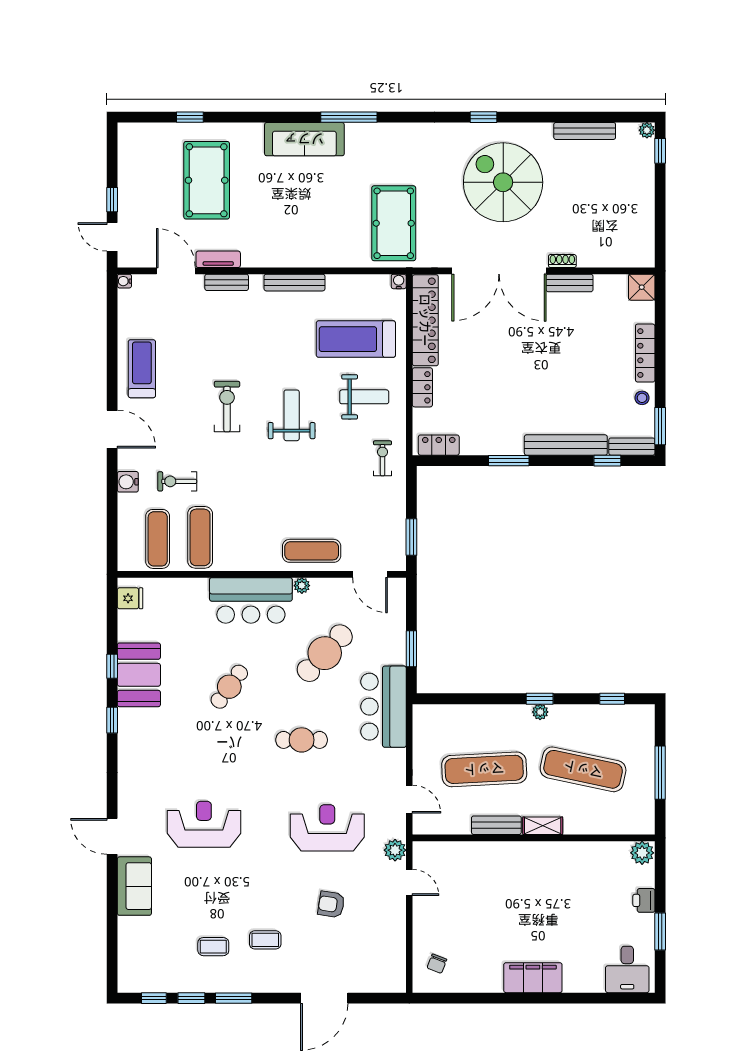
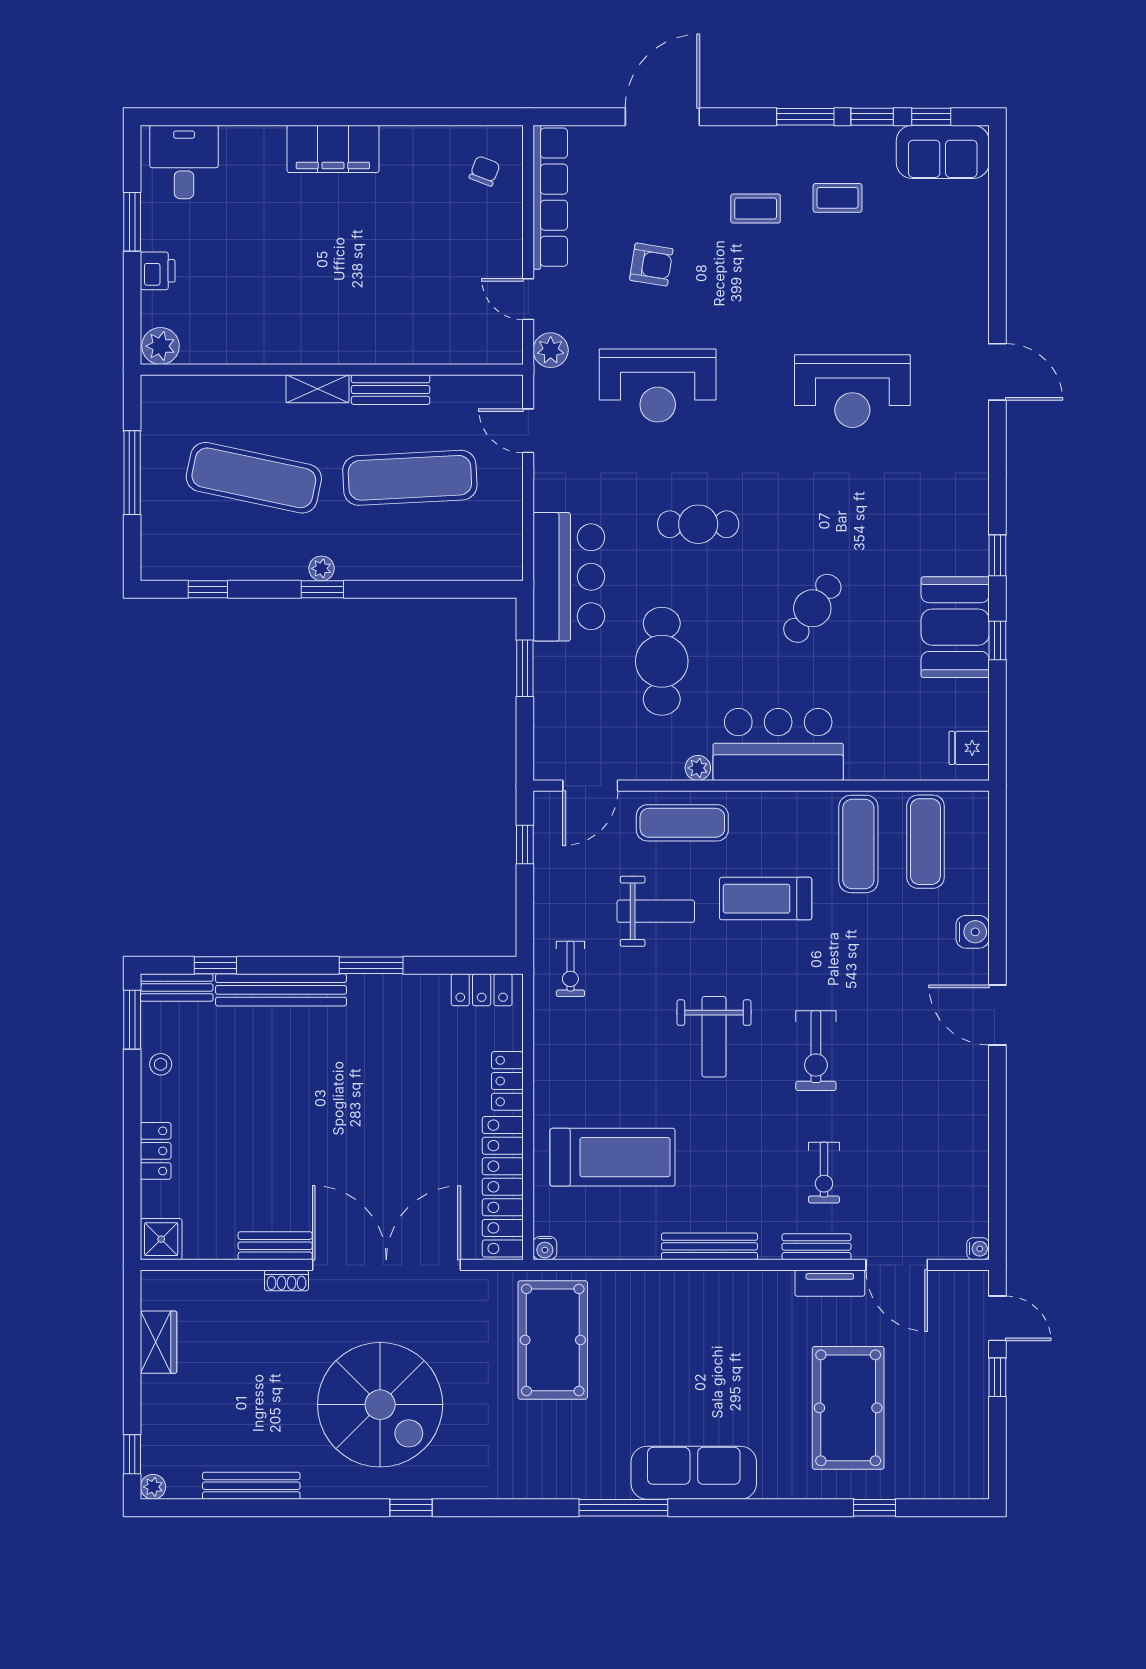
wardrobe: (643, 222) -> (159, 1342), added
locker: (645, 353) -> (156, 1151), width x0.66
treadmill: (142, 369) -> (766, 899), moved, turned 90
weight bench: (364, 397) -> (656, 911), moved, turned 180
exercise bike: (177, 481) -> (824, 1173), moved, turned 90
window: (411, 537) -> (525, 845), width x0.67
door: (370, 574) -> (590, 786), swing flipped
cafe table: (325, 653) -> (662, 661), turned -43
sofa: (134, 886) -> (943, 152), moved, turned -90
row of seats: (395, 947) -> (550, 197), added

